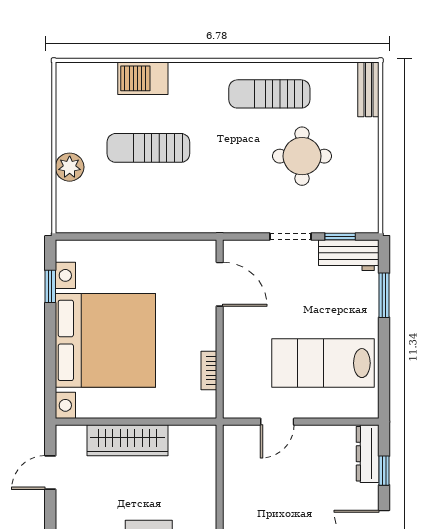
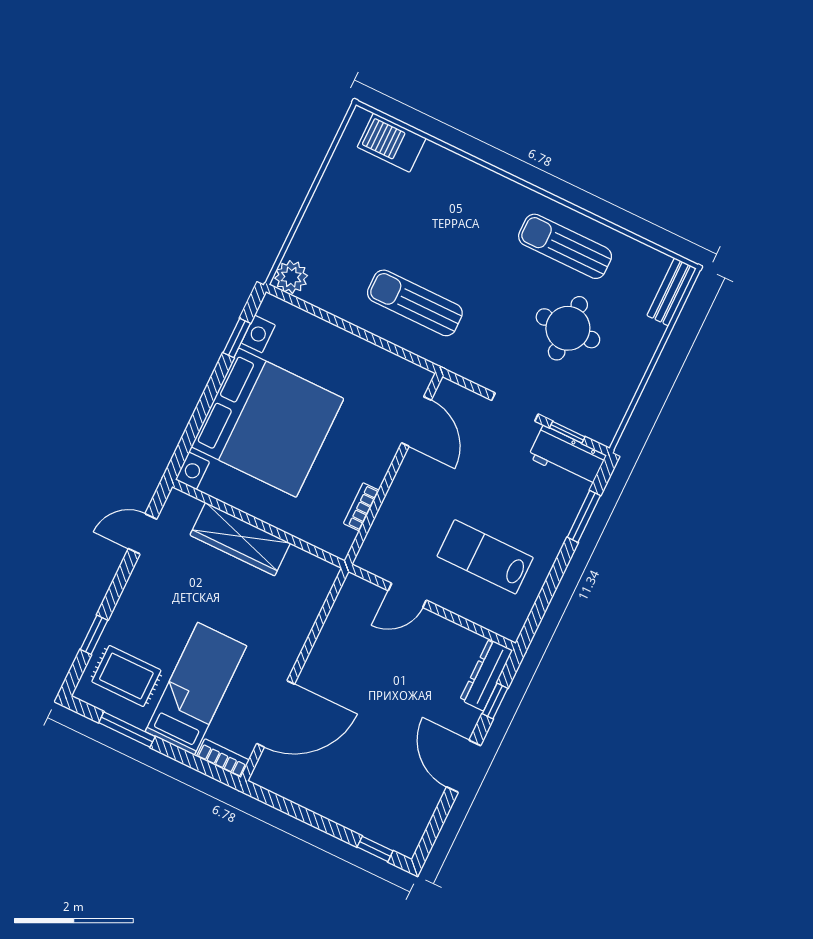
barbecue: (143, 78) -> (392, 143), moved
sun lounger: (148, 148) -> (415, 303), moved
plant: (70, 167) -> (291, 277), moved
lab bench: (323, 363) -> (485, 557), width x0.73, depth x0.72

